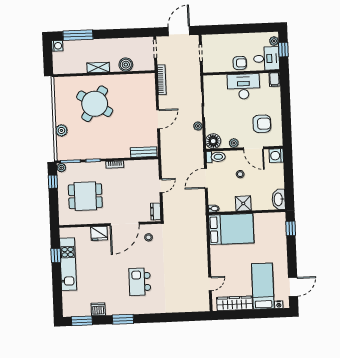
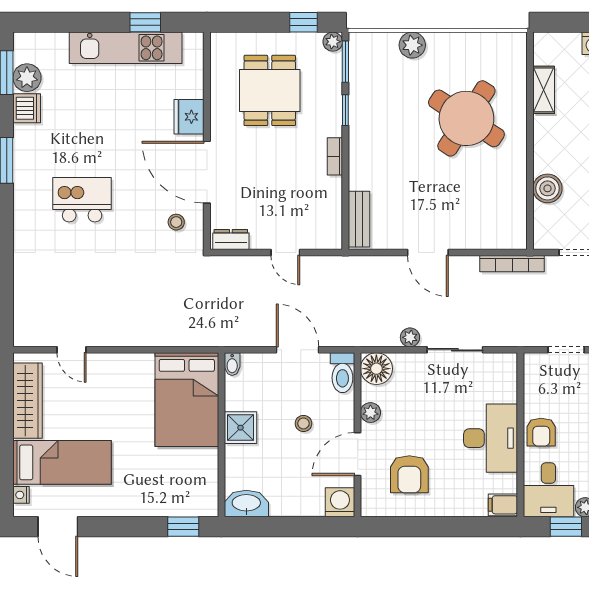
shelving: (98, 68) -> (544, 90), moved
plant: (84, 310) -> (27, 78), added

